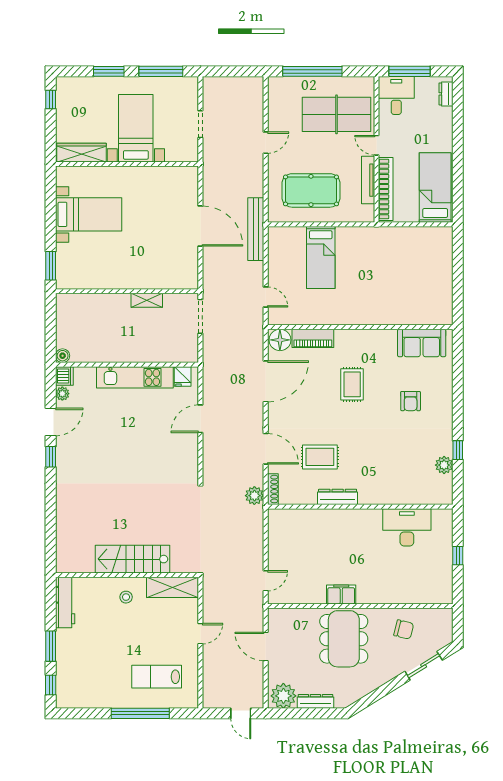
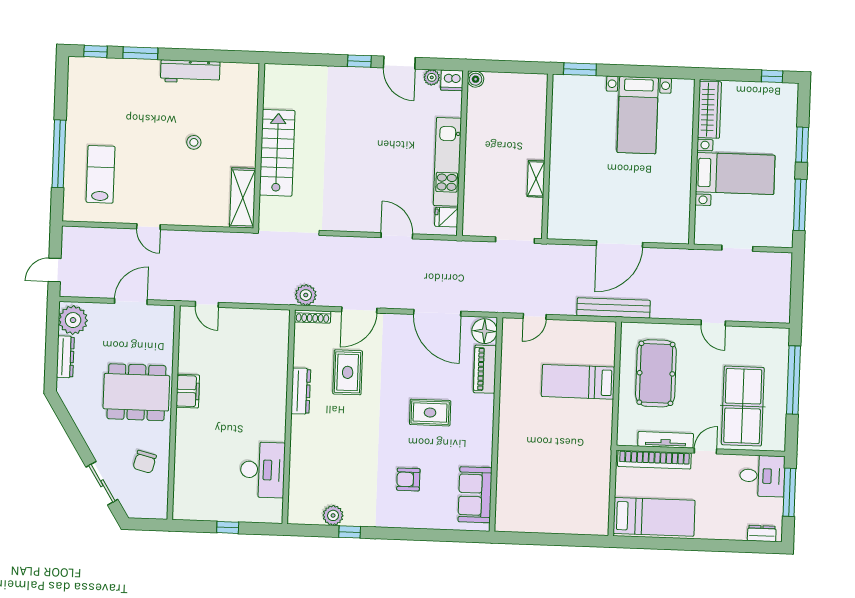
stairs: (132, 559) -> (277, 153), moved
wall: (127, 575) -> (259, 146), moved
shelving: (173, 587) -> (243, 198), moved

